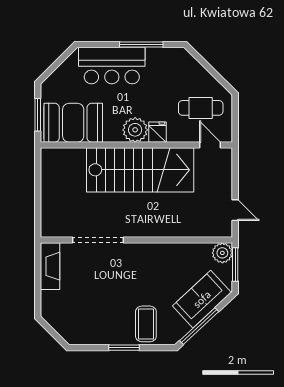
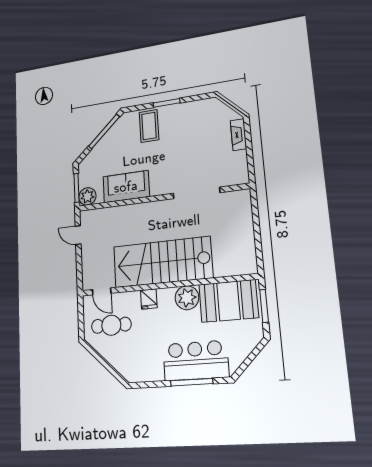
window: (141, 44) -> (192, 382), moved
plant: (135, 130) -> (187, 298), moved
fireplace: (50, 266) -> (238, 135), moved, width x0.73, depth x0.76
sofa: (202, 299) -> (126, 187), moved, turned -137

